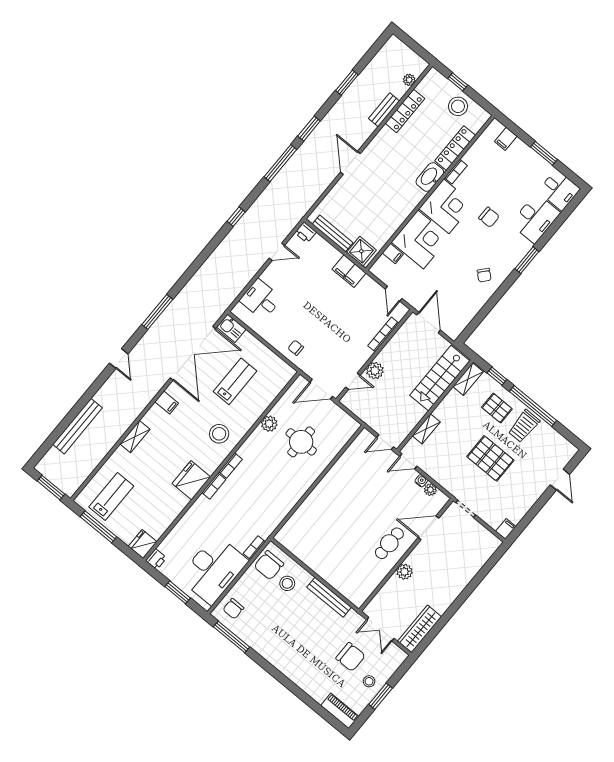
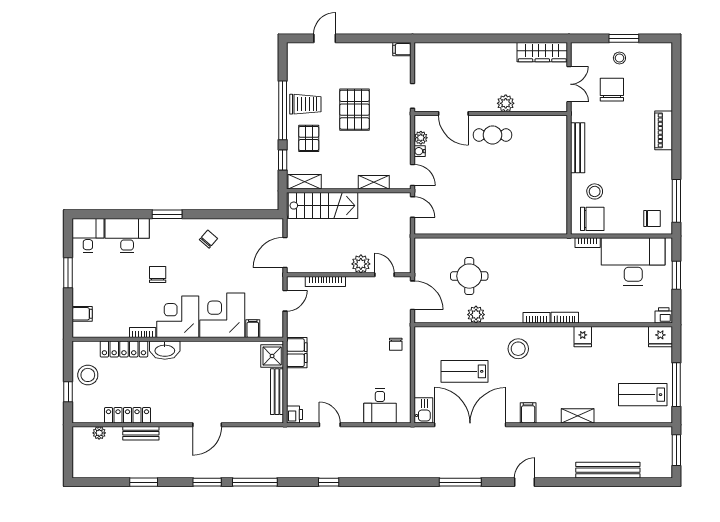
fridge: (191, 480) -> (583, 337), width x0.53, depth x0.75
piano: (340, 711) -> (664, 130), moved

